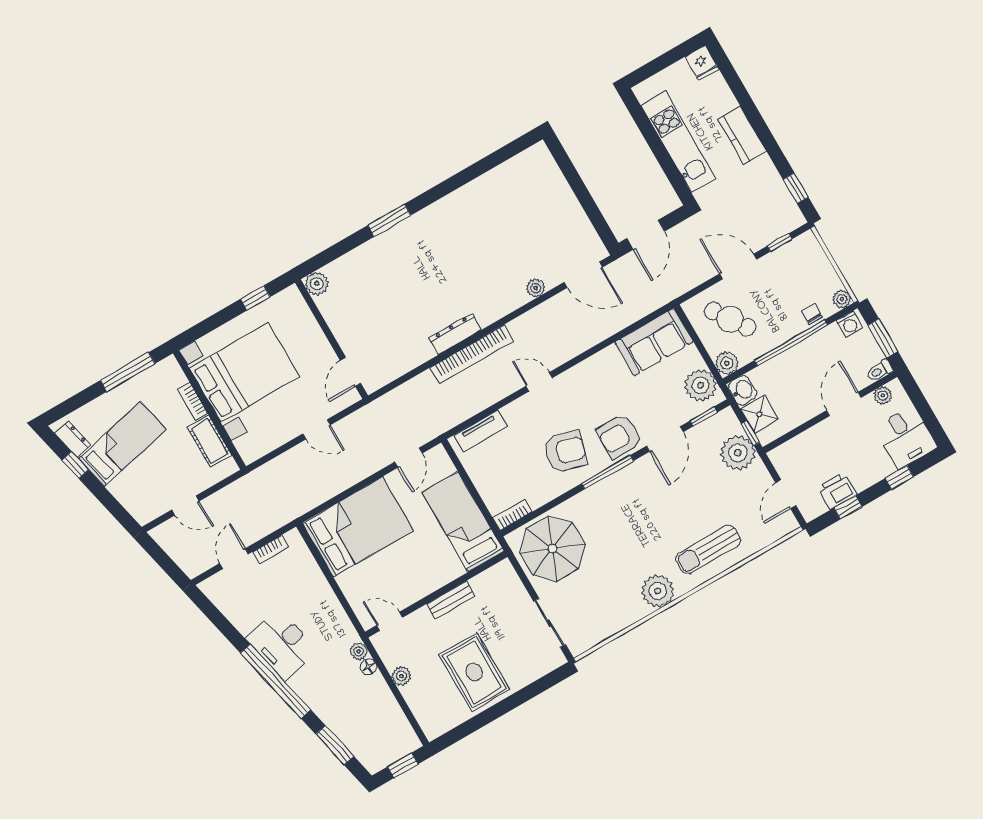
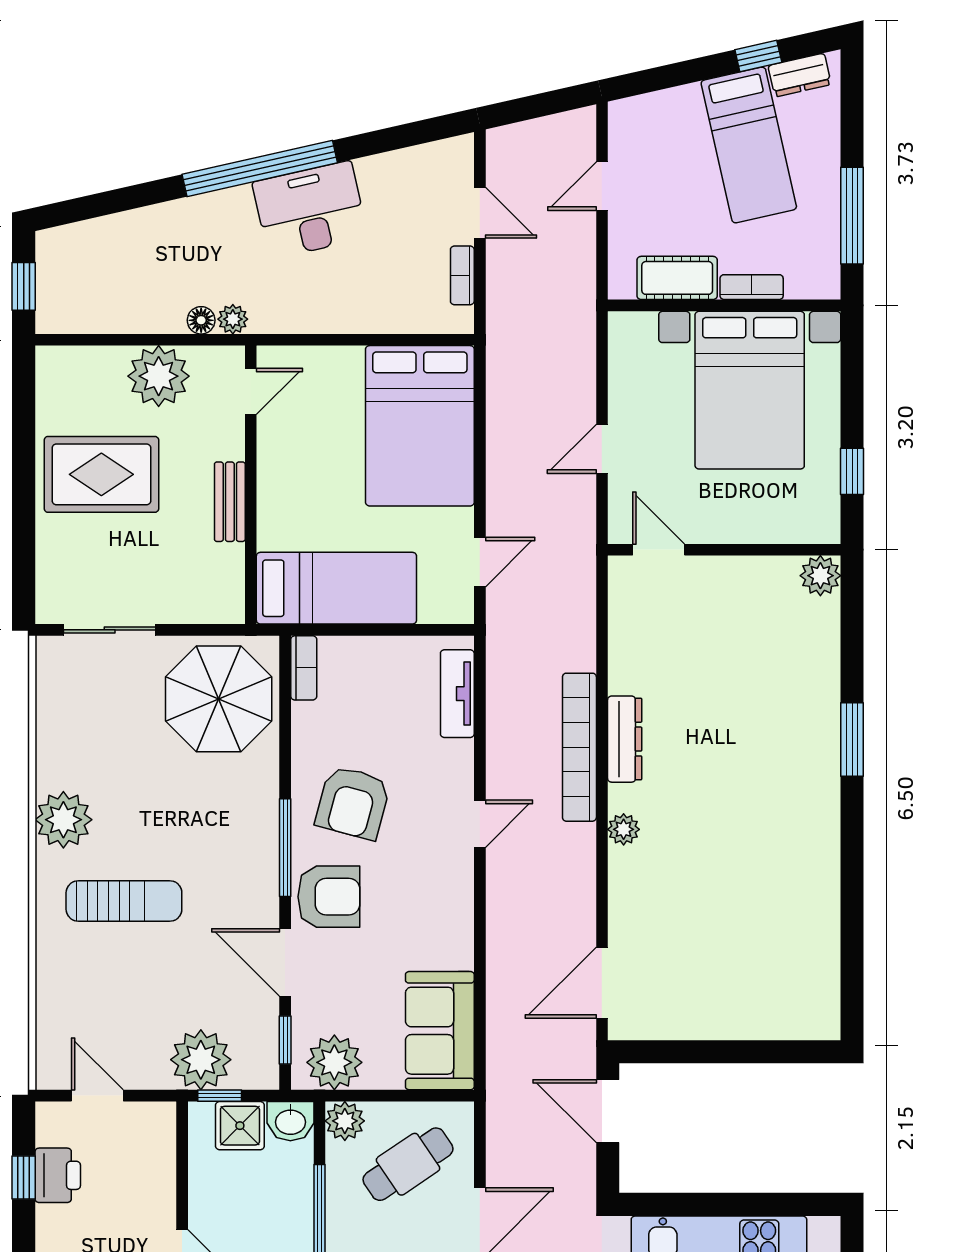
plant: (536, 288) -> (624, 829), moved
armchair: (619, 436) -> (329, 897), turned 90
door: (408, 458) -> (480, 562), swing flipped
sun lounger: (708, 549) -> (124, 901), moved, turned 90
plant: (401, 676) -> (159, 376), width x1.88, depth x1.88
window: (335, 745) -> (113, 202), removed

